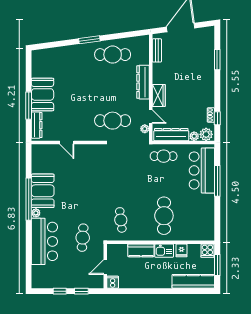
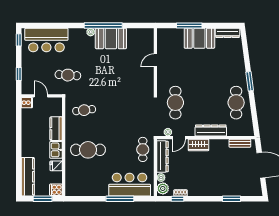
dresser: (37, 125) -> (228, 33), moved
bar counter: (44, 241) -> (46, 40), moved
window: (60, 291) -> (19, 40), moved

